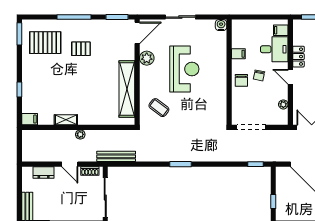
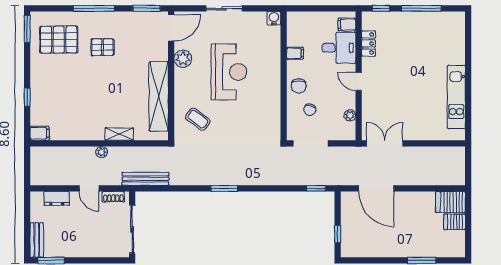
locker: (298, 57) -> (369, 44), moved
chair: (259, 75) -> (310, 110), moved
shelving: (66, 120) -> (119, 134), moved

